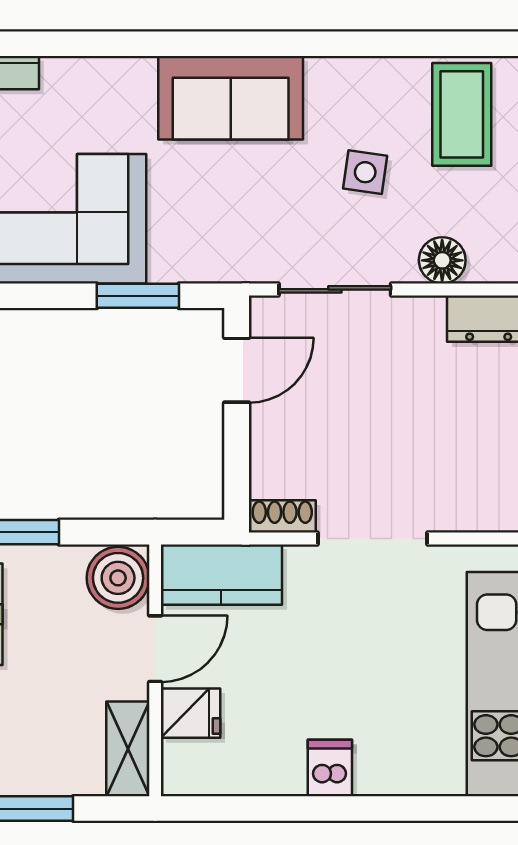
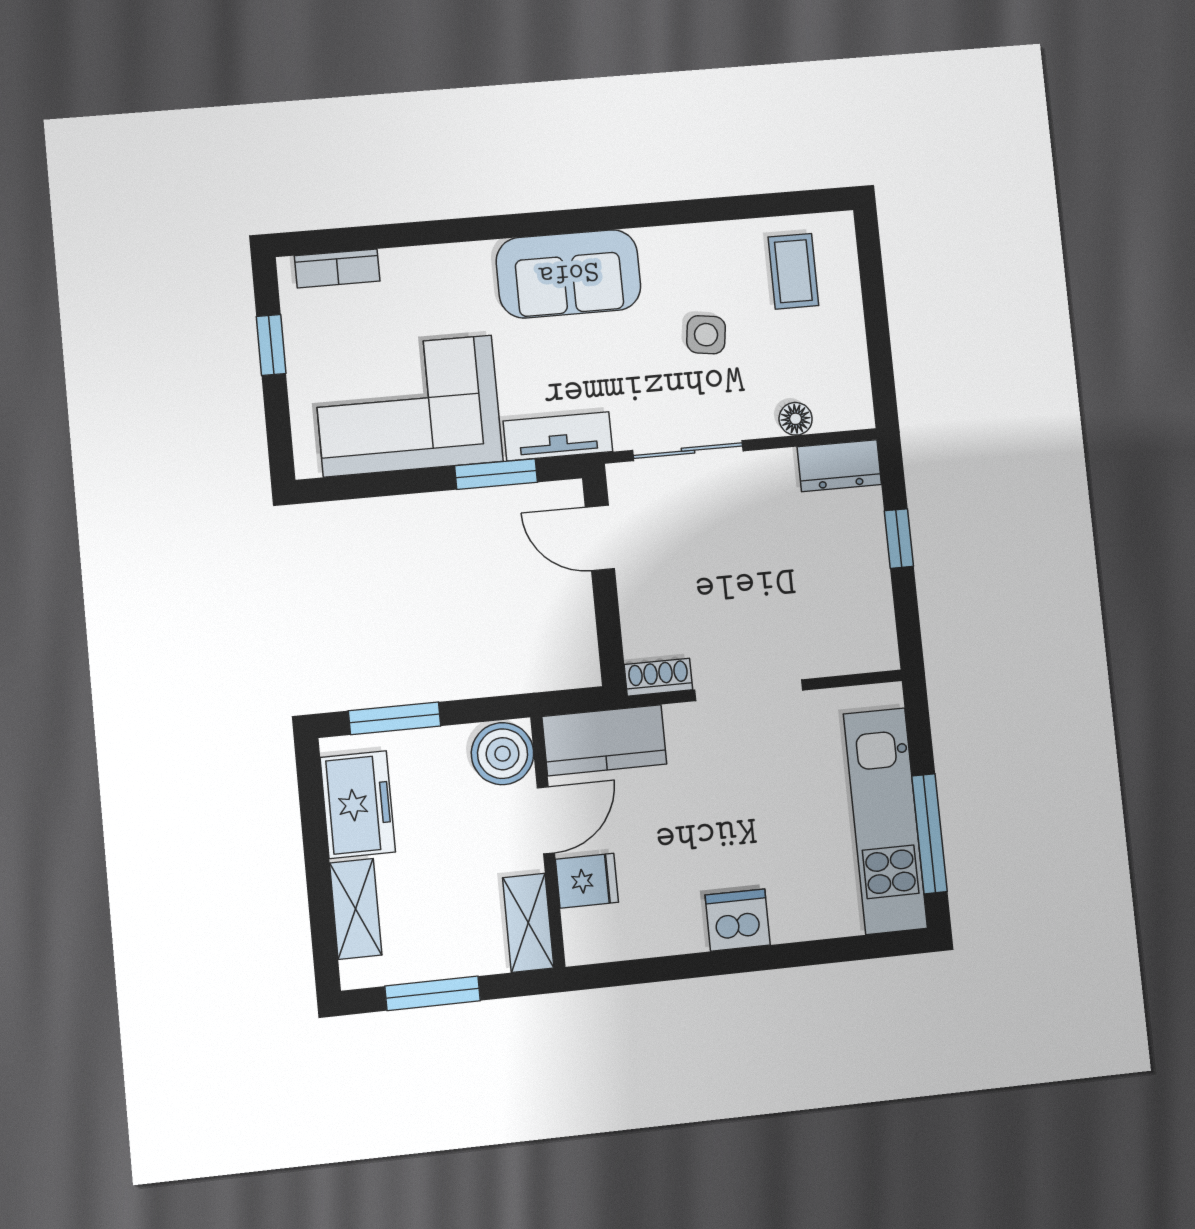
coffee table: (462, 114) -> (793, 271), width x0.73, depth x0.77
floor lamp: (442, 260) -> (796, 419), width x0.73, depth x0.73
tv unit: (204, 263) -> (558, 436), added
door: (237, 370) -> (600, 538), swing flipped
dishwasher: (330, 768) -> (738, 920), width x1.38

